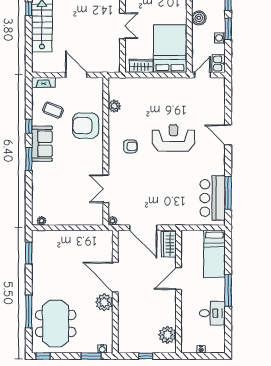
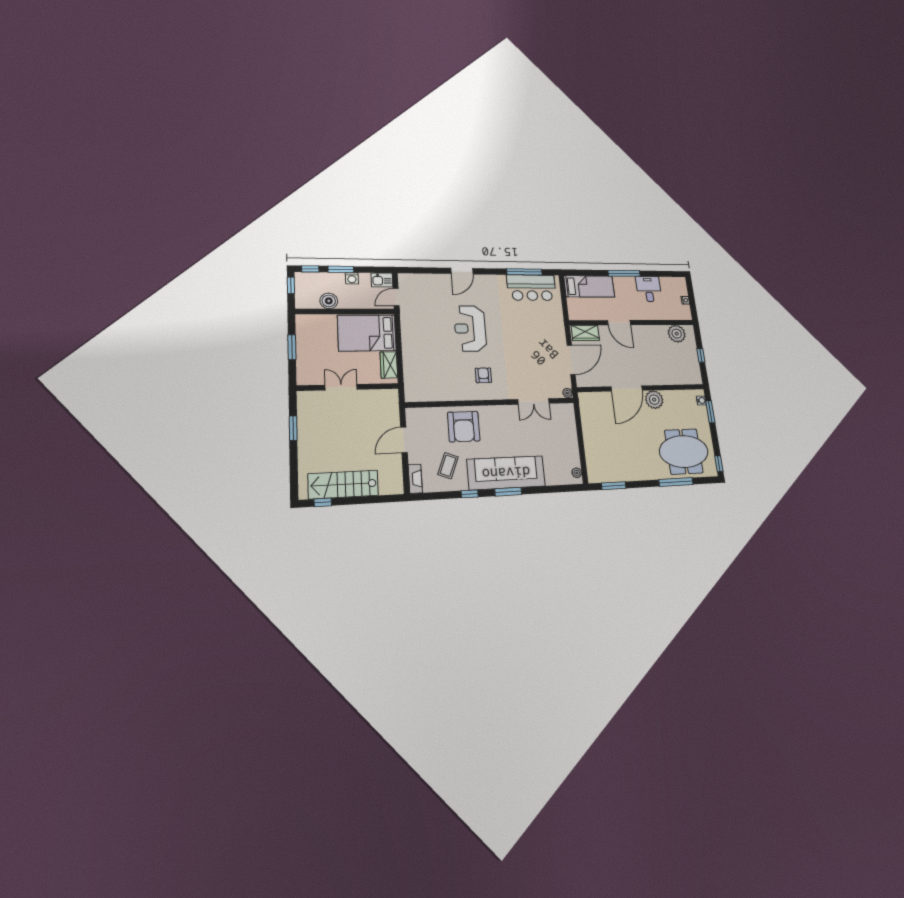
door: (203, 75) -> (396, 297), hinge flipped
plant: (114, 106) -> (438, 394), removed
sofa: (42, 144) -> (506, 473), width x1.85, depth x1.27

